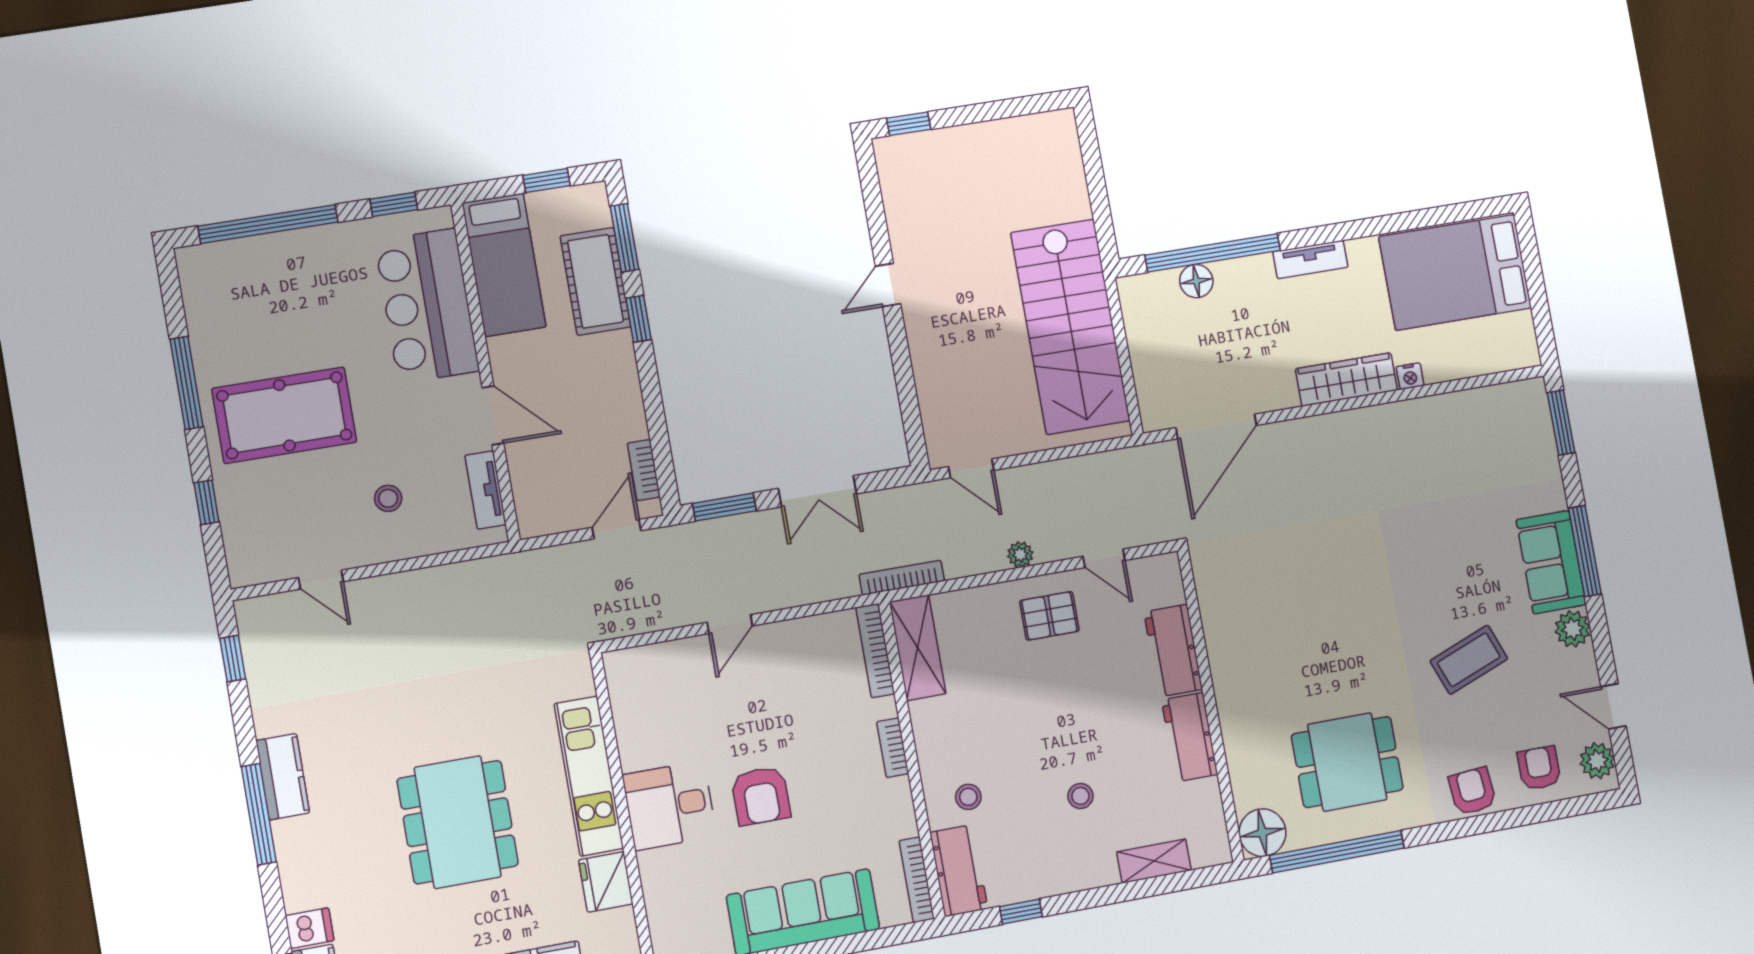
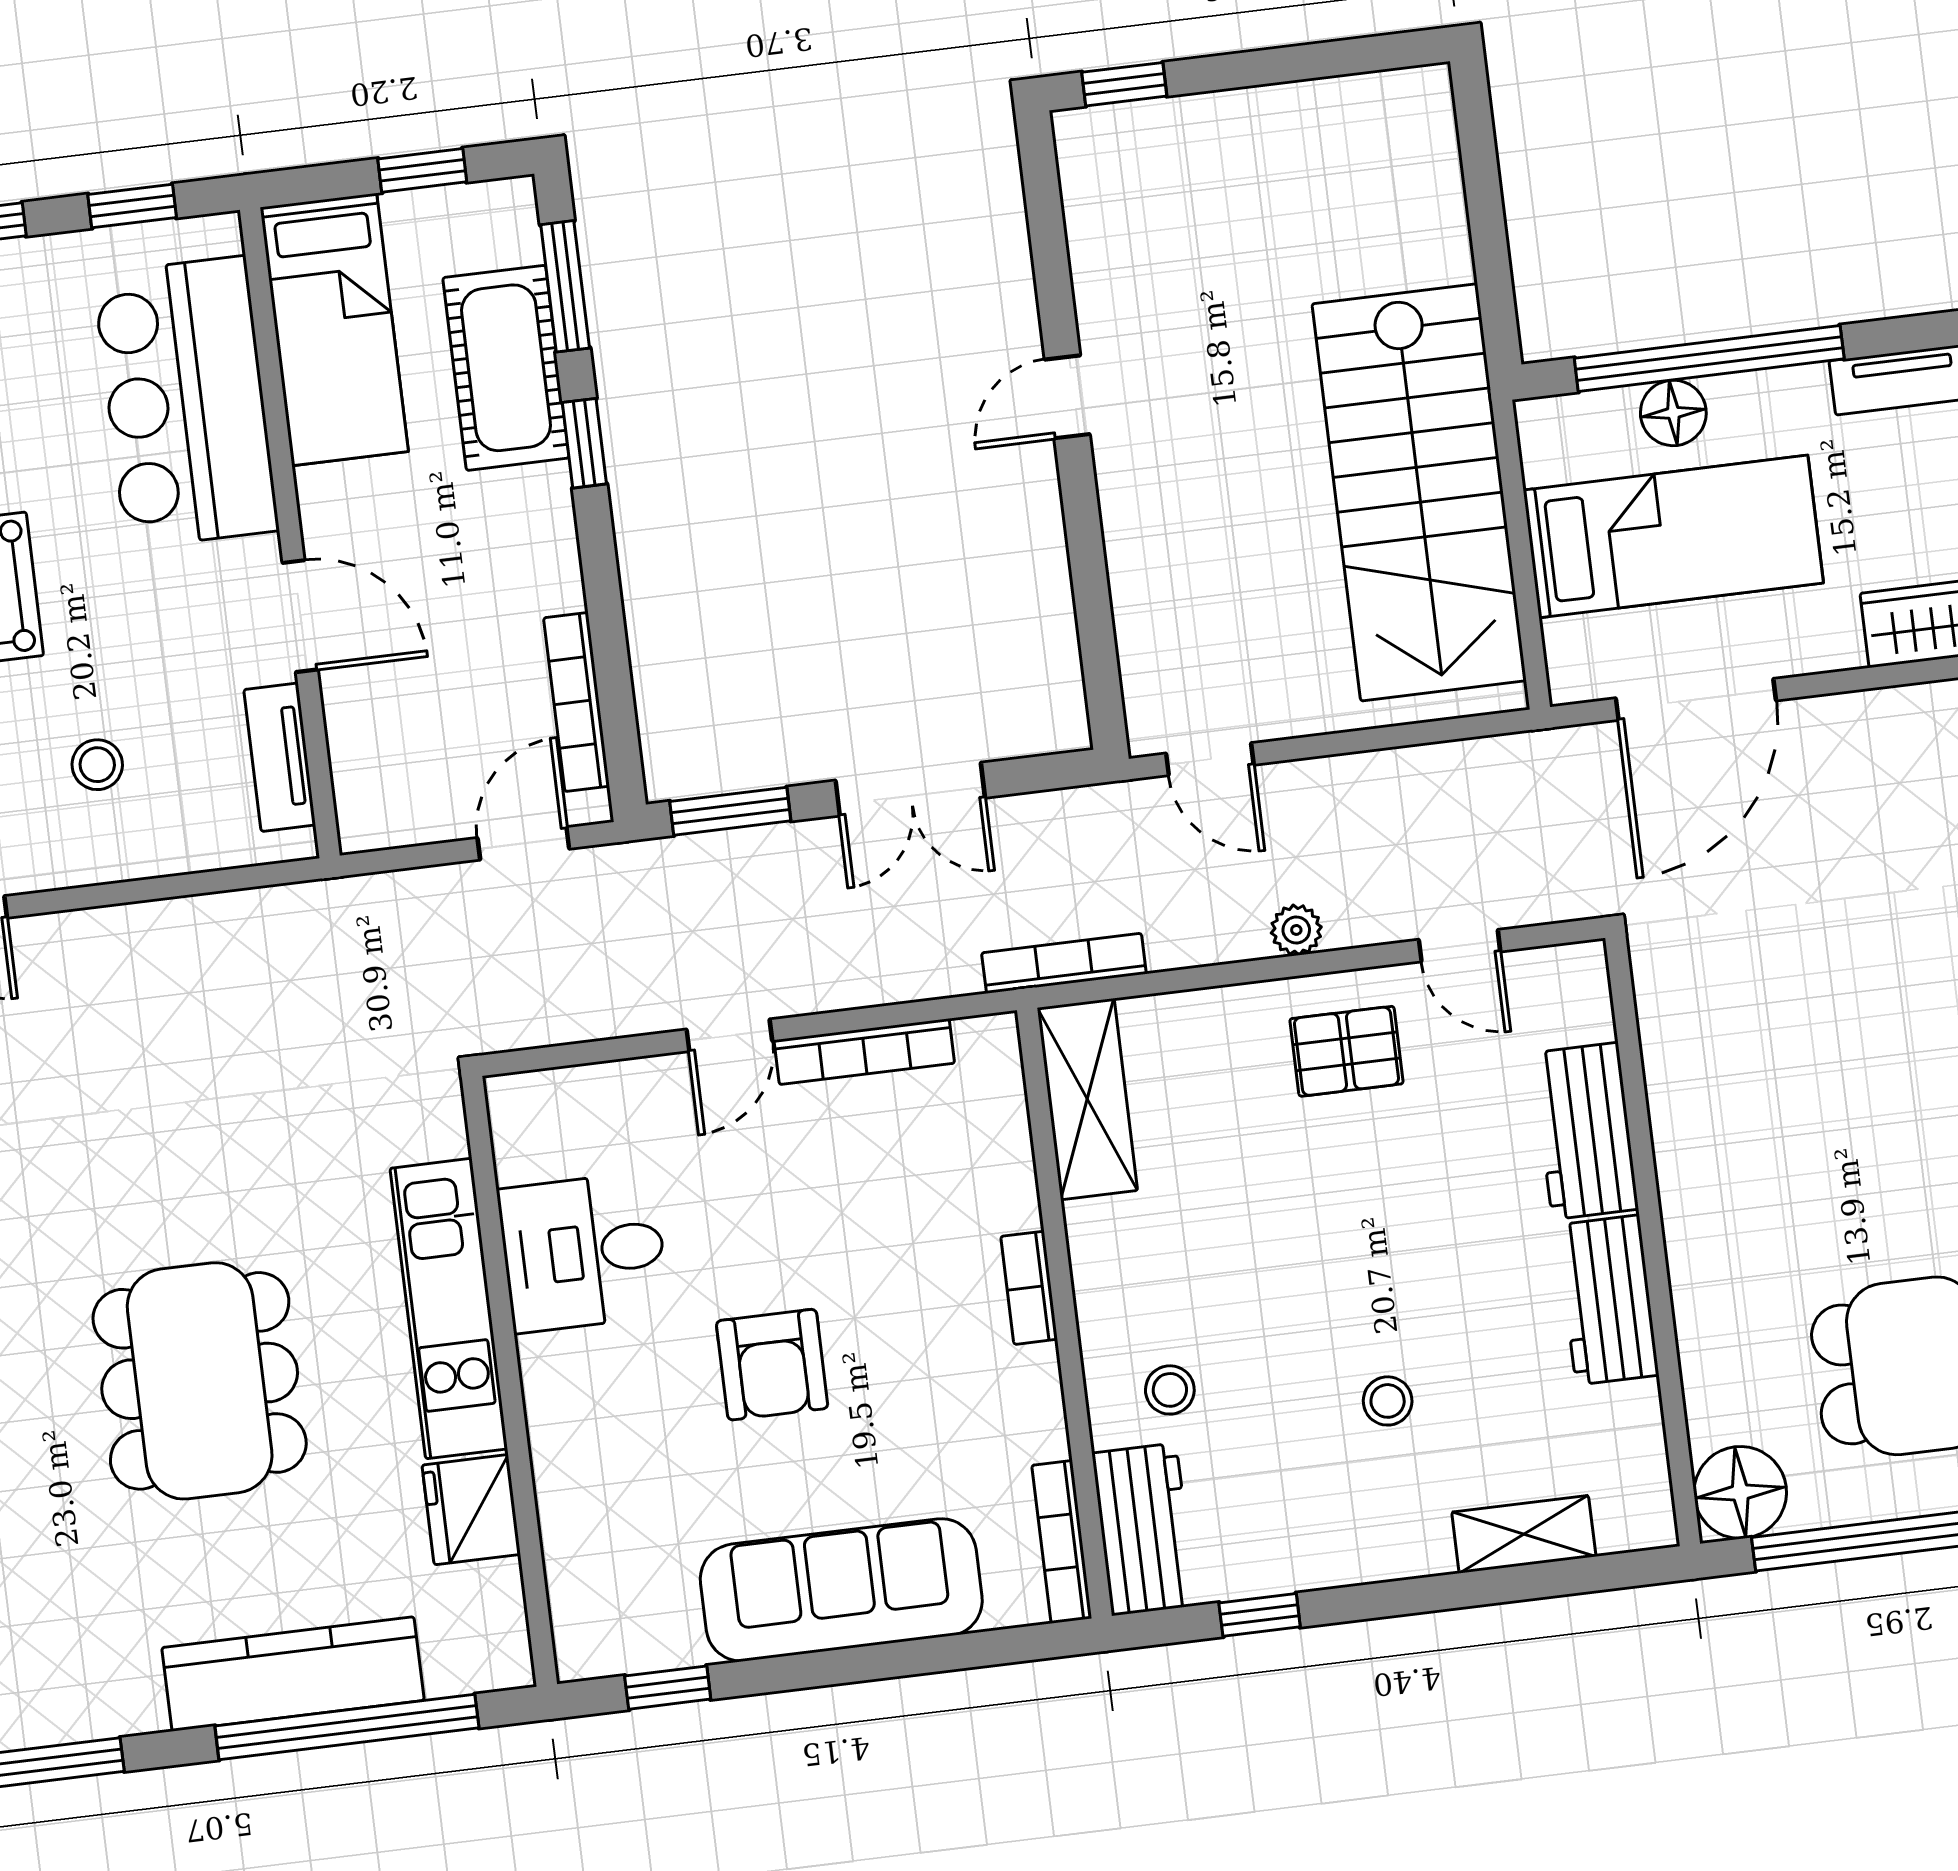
bed: (1200, 344) -> (1673, 536), added
bookcase: (644, 470) -> (577, 702), width x1.56
bookcase: (875, 651) -> (864, 1052), moved, turned -90
desk: (670, 805) -> (583, 1252), moved

